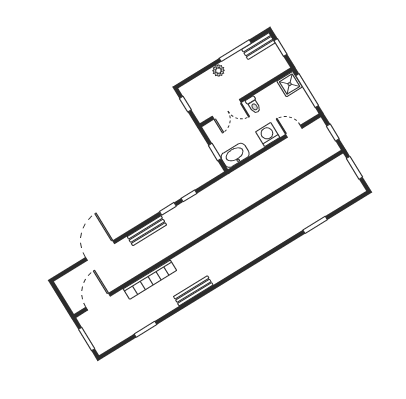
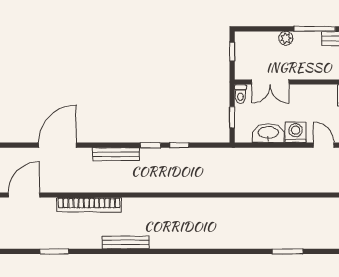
toilet: (253, 105) -> (241, 94), moved
washbasin: (235, 155) -> (268, 133), moved

